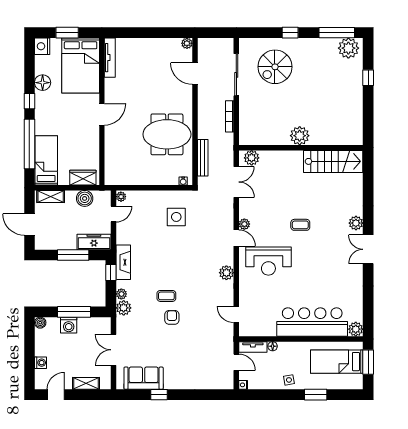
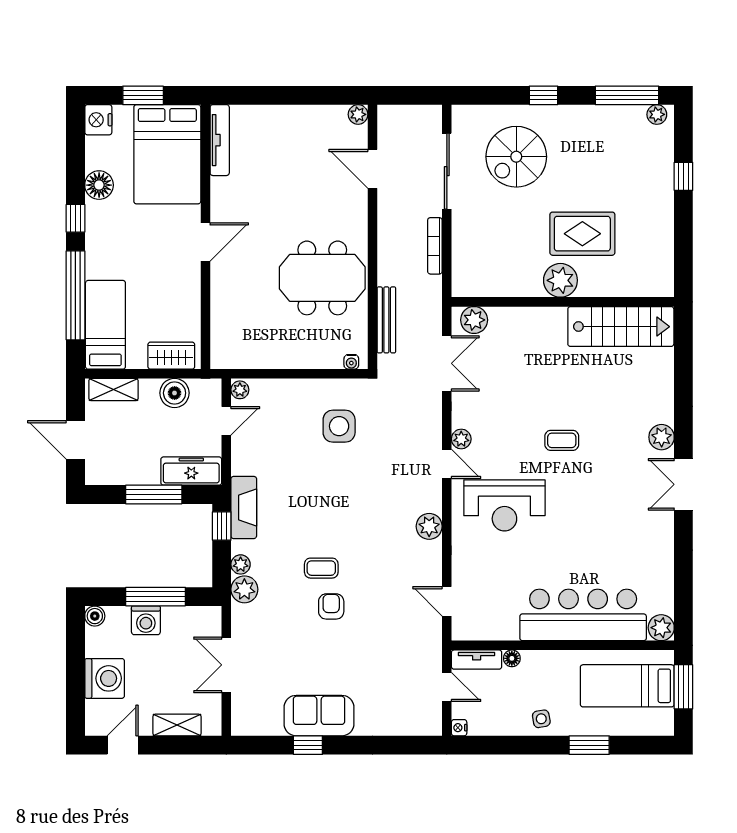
plant: (348, 48) -> (657, 114), width x0.53, depth x0.53
rug: (312, 110) -> (582, 234), added
washing machine: (40, 363) -> (105, 678), width x1.89, depth x1.89
sofa: (144, 378) -> (319, 716), moved

